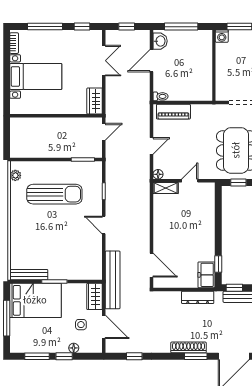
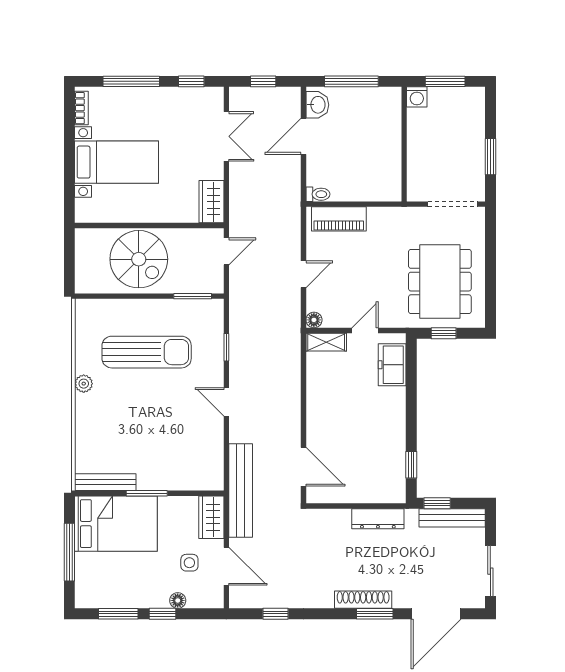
spiral stairs: (50, 137) -> (139, 259), added
plant: (15, 175) -> (84, 384), moved
freezer: (206, 275) -> (392, 365), moved

